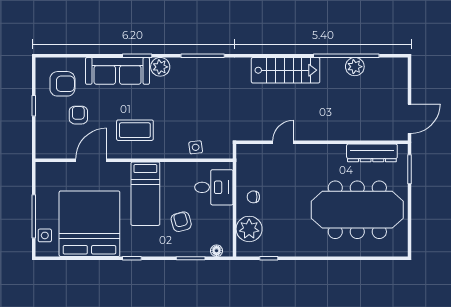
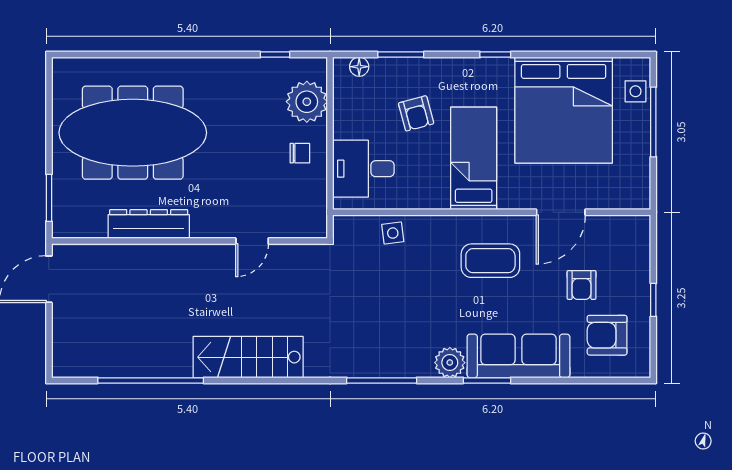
plant: (355, 67) -> (137, 363), removed
dresser: (372, 153) -> (149, 224), moved

